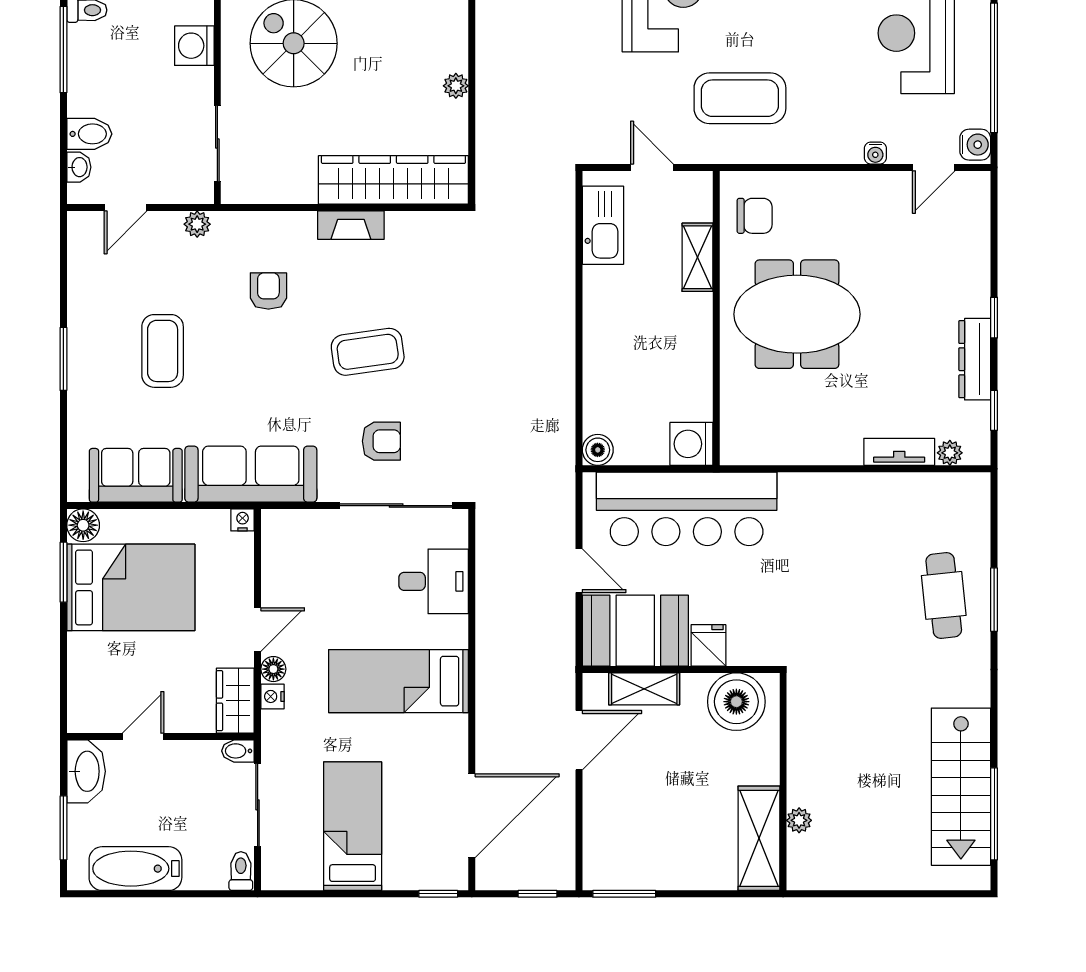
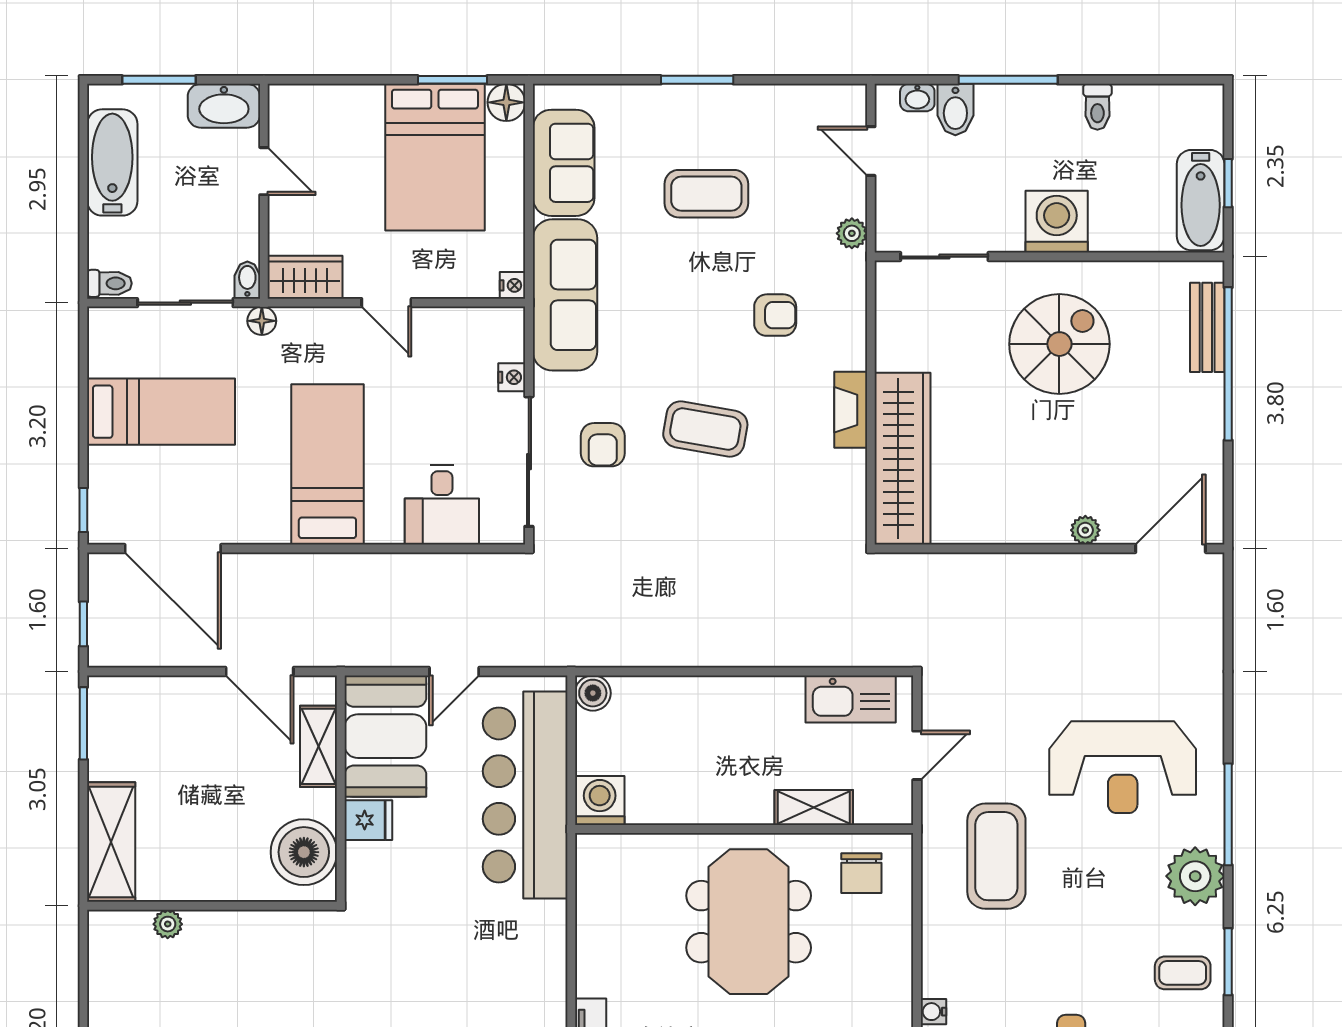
washing machine: (194, 46) -> (1057, 222), width x1.37, depth x1.37
window: (63, 50) -> (1008, 80), moved
plant: (456, 86) -> (1085, 530), moved
coffee table: (368, 352) -> (705, 429), turned -72
floor lamp: (273, 669) -> (262, 321), moved
nightstand: (273, 696) -> (512, 377), moved, turned 90
shelving: (759, 838) -> (111, 842), moved, turned 90

